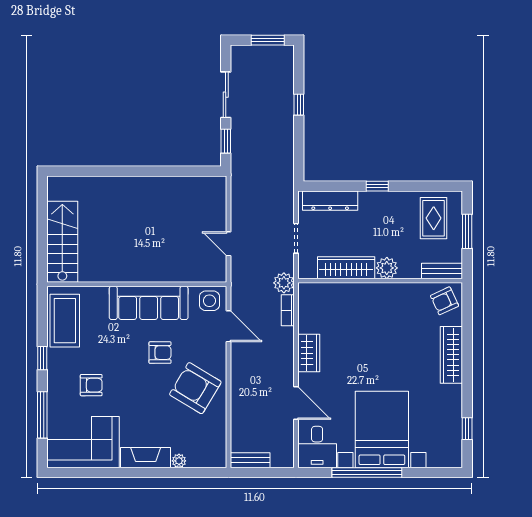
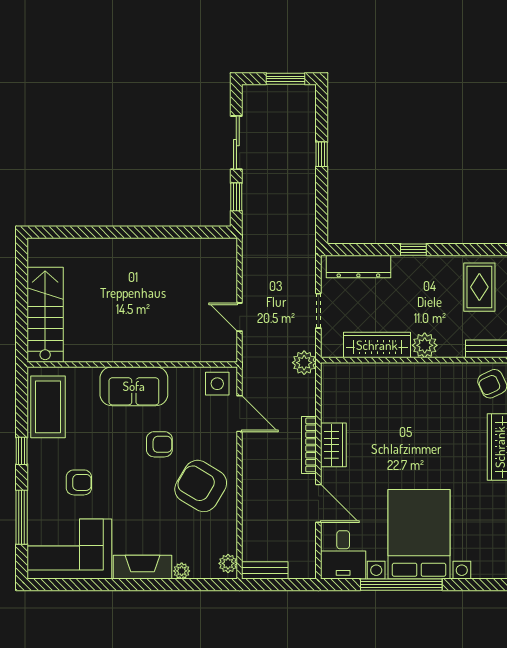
sofa: (149, 303) -> (134, 386), width x0.73
bookcase: (288, 310) -> (309, 445), moved, width x1.56
plant: (219, 454) -> (228, 563), added

